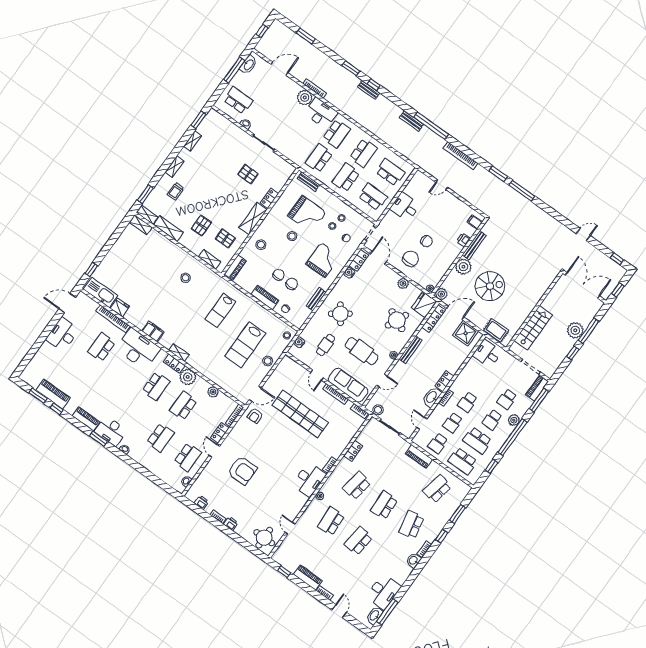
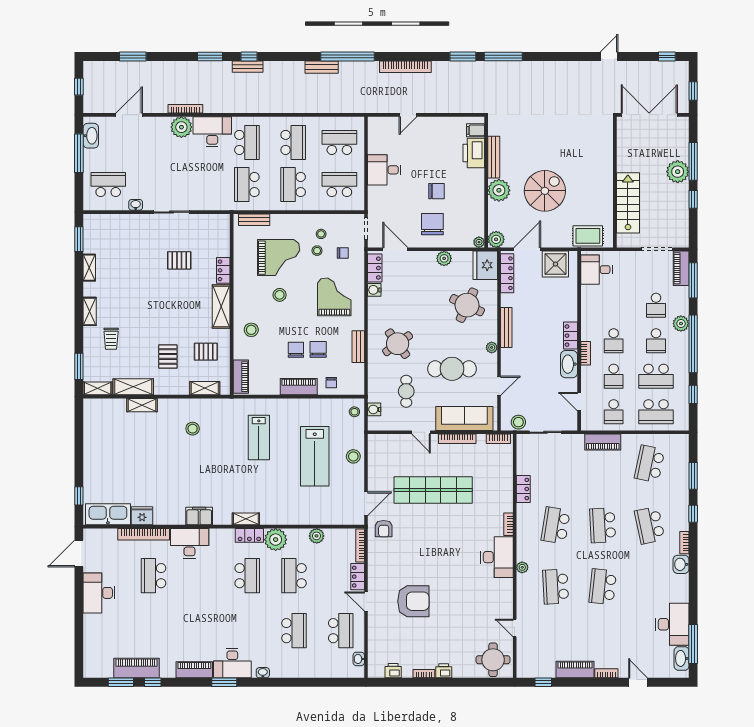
shelving: (140, 225) -> (142, 405), moved
printer: (463, 240) -> (474, 153), width x1.87, depth x1.48
desk: (138, 349) -> (190, 543), width x0.73, depth x0.77

